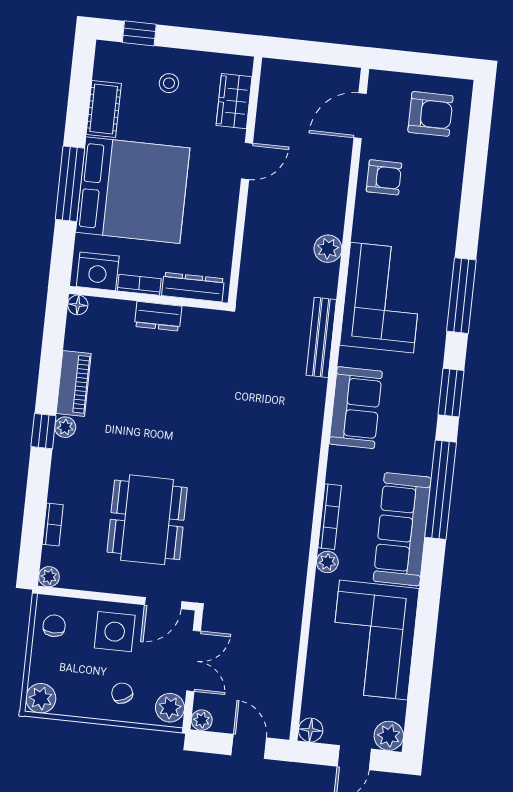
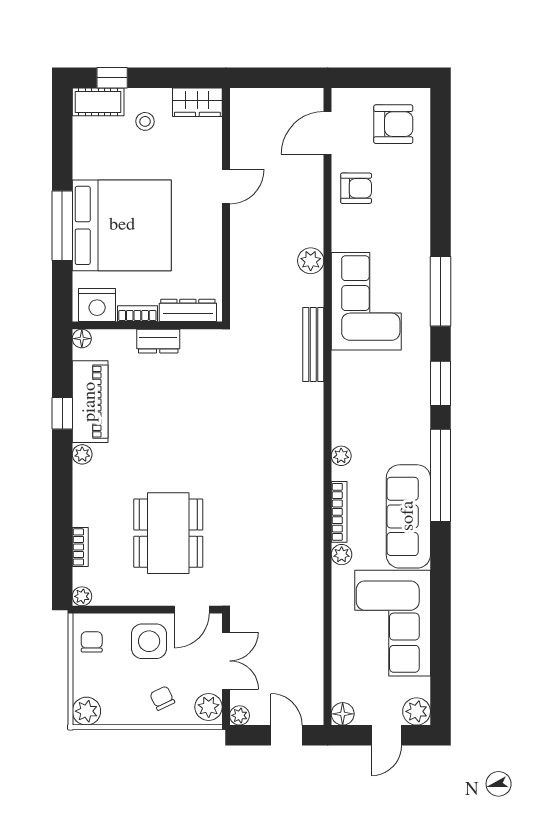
wardrobe: (234, 101) -> (197, 102), moved, turned -90
cot: (104, 109) -> (98, 102), moved, turned 90
piano: (74, 383) -> (90, 402), width x1.37, depth x1.33
sofa: (356, 408) -> (353, 407), removed
window: (43, 431) -> (62, 413), moved
plant: (338, 458) -> (341, 456), added

